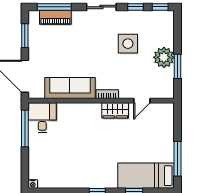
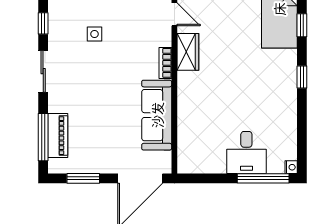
side table: (128, 44) -> (94, 34), width x0.54, depth x0.54
desk: (42, 118) -> (246, 152), moved, turned -90
window: (25, 128) -> (263, 178), moved

